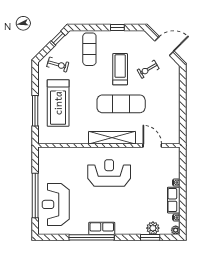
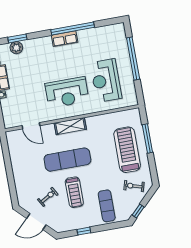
shelving: (112, 138) -> (70, 126), width x0.68
reception desk: (56, 204) -> (106, 81), moved, turned 180

